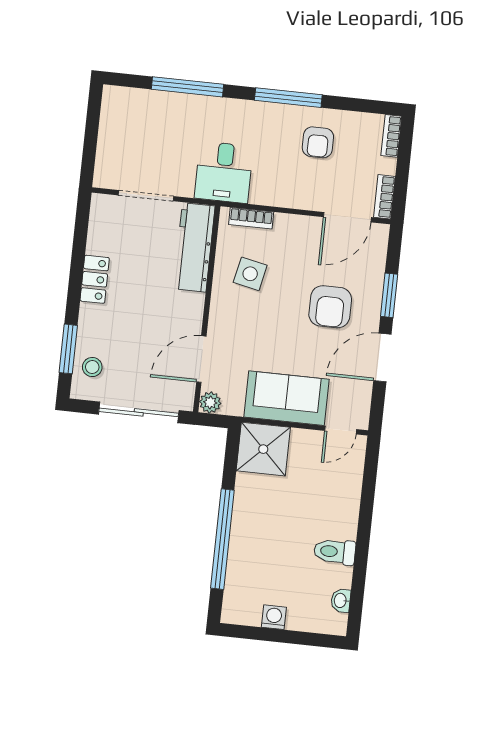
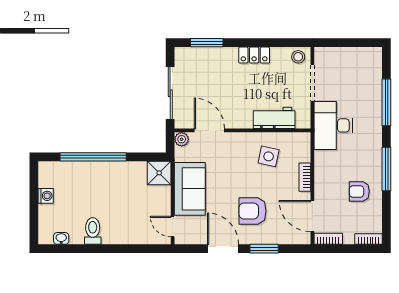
desk: (224, 172) -> (333, 125), width x1.37
bookcase: (251, 218) -> (305, 177), moved
workbench: (194, 247) -> (274, 118), width x0.73
stool: (92, 367) -> (298, 57), moved
shower: (263, 449) -> (159, 173), width x0.73, depth x0.73

